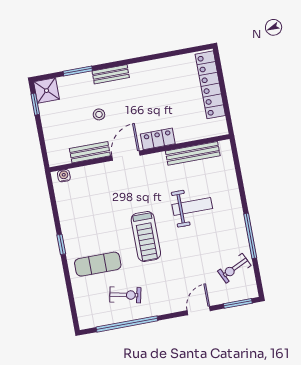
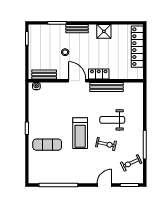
shower: (47, 91) -> (104, 31), moved
bench: (90, 152) -> (44, 75), moved
bench: (193, 153) -> (107, 87), moved
door: (126, 156) -> (77, 81), hinge flipped
weight bench: (192, 207) -> (112, 120), turned 180
exercise bike: (125, 295) -> (106, 144), moved

